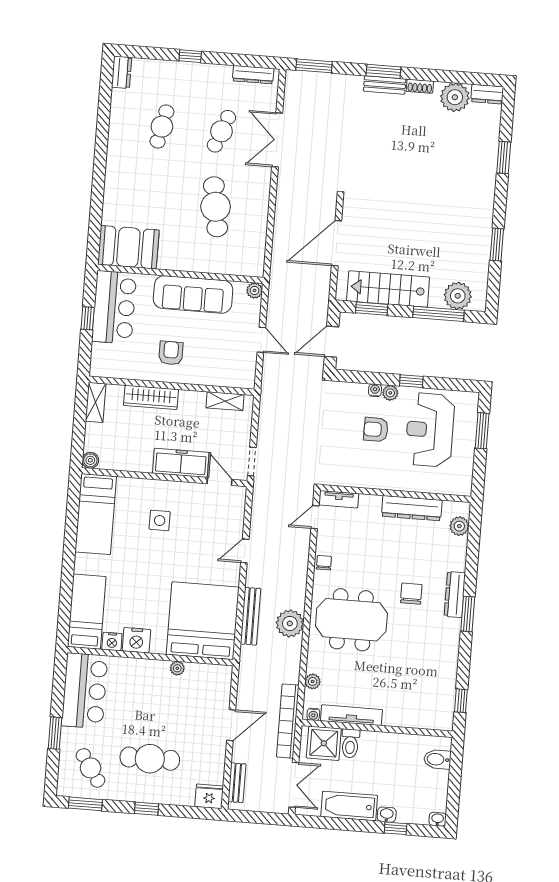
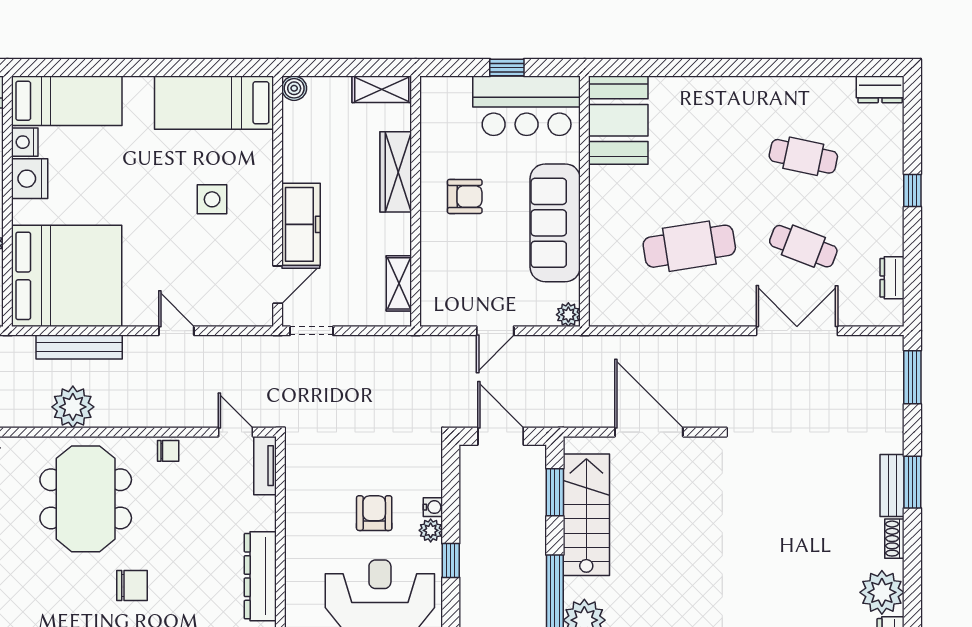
dresser: (253, 75) -> (892, 278), width x0.70

